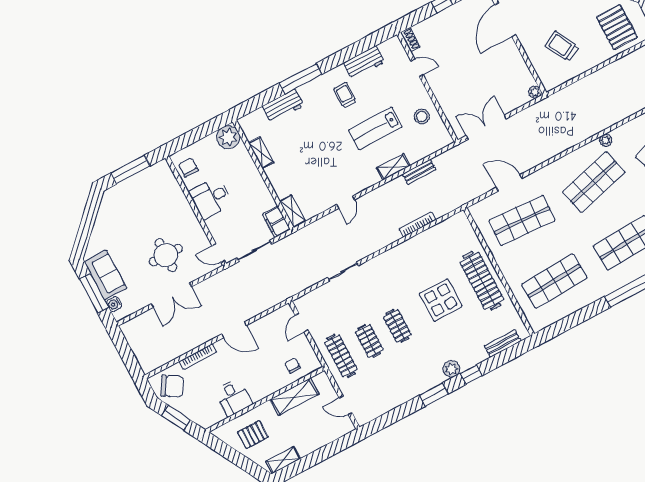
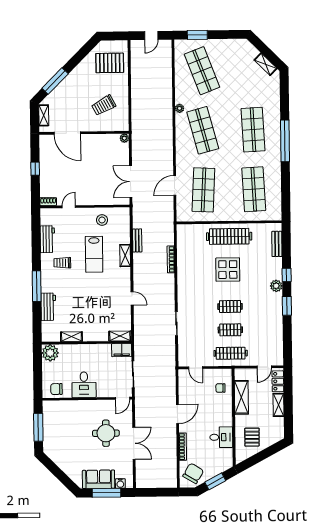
locker: (337, 431) -> (278, 381), added
shelving: (283, 460) -> (279, 405), moved

